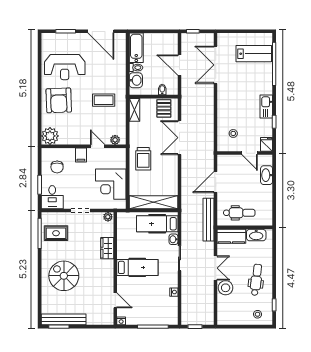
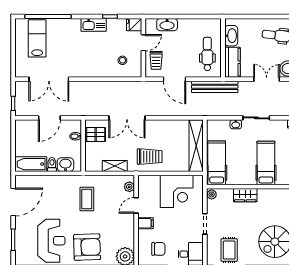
shelving: (134, 110) -> (115, 166), moved
trolley: (233, 165) -> (156, 60), added
hospital bed: (157, 224) -> (217, 163), moved, turned 180

